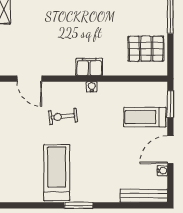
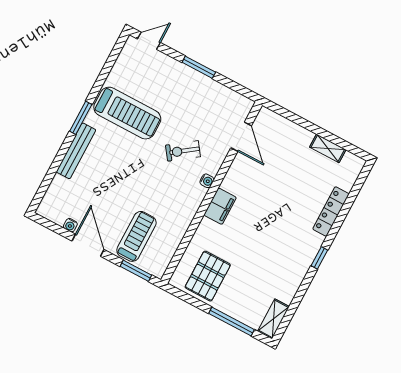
door: (29, 79) -> (241, 137), swing flipped
water cooler: (92, 87) -> (207, 181), moved
exercise bike: (63, 116) -> (183, 151), turned -120
bench: (144, 196) -> (76, 151), moved

